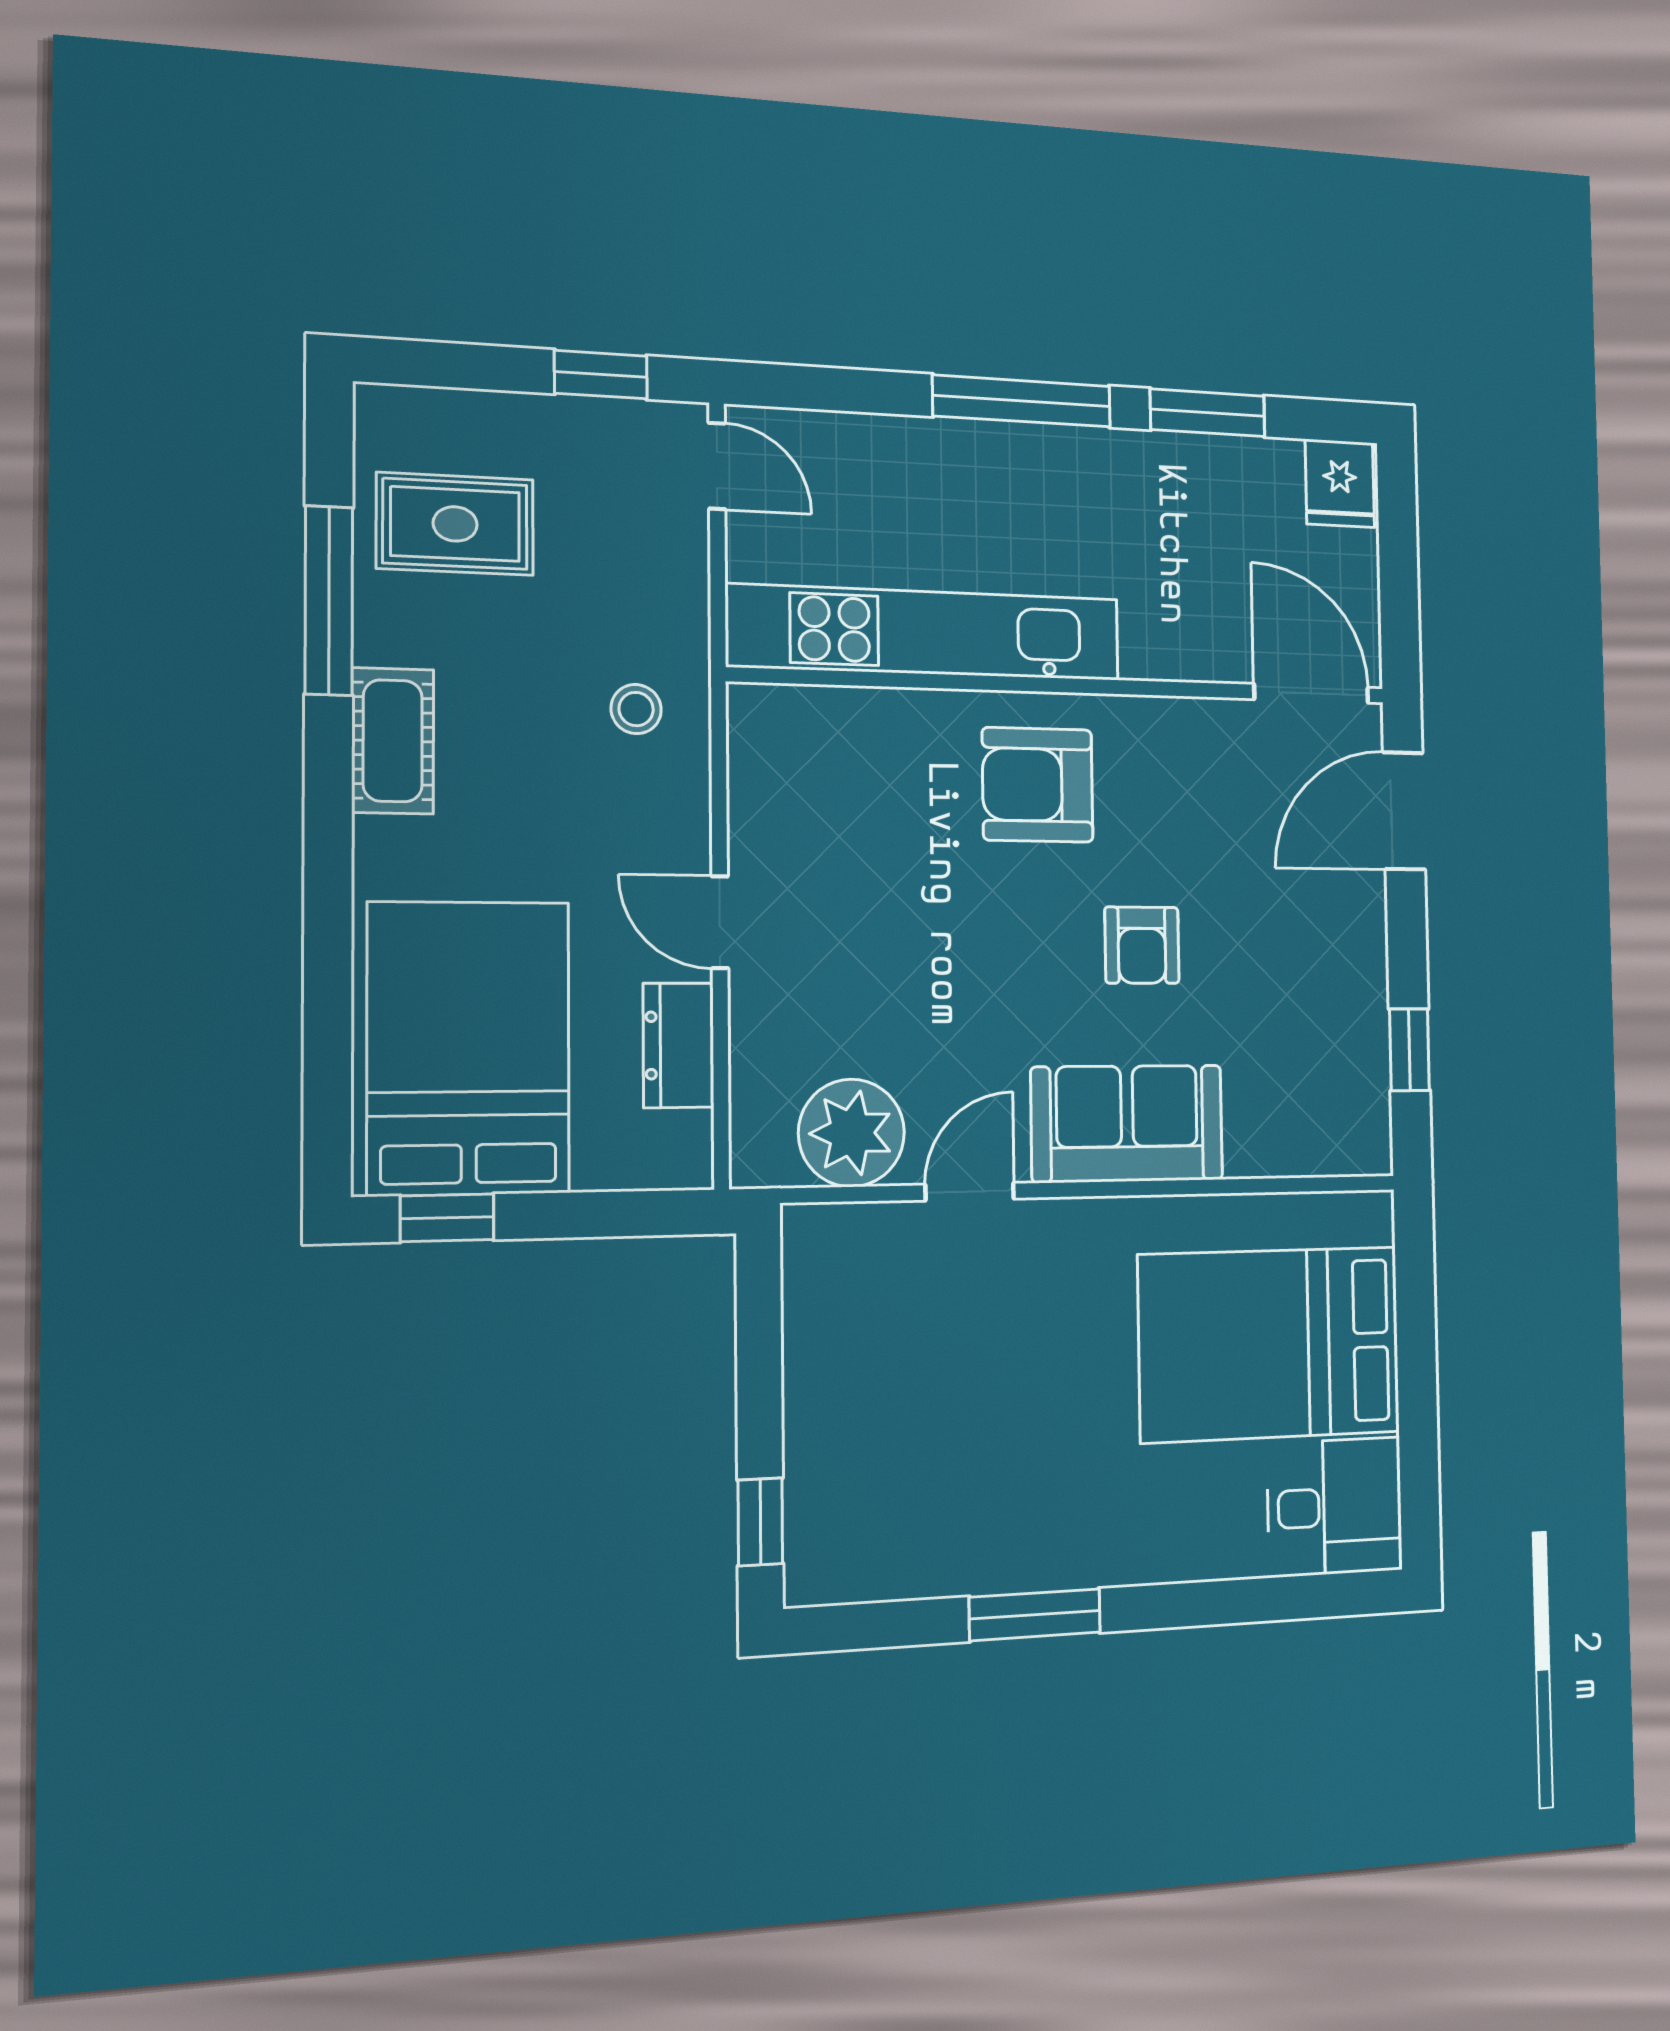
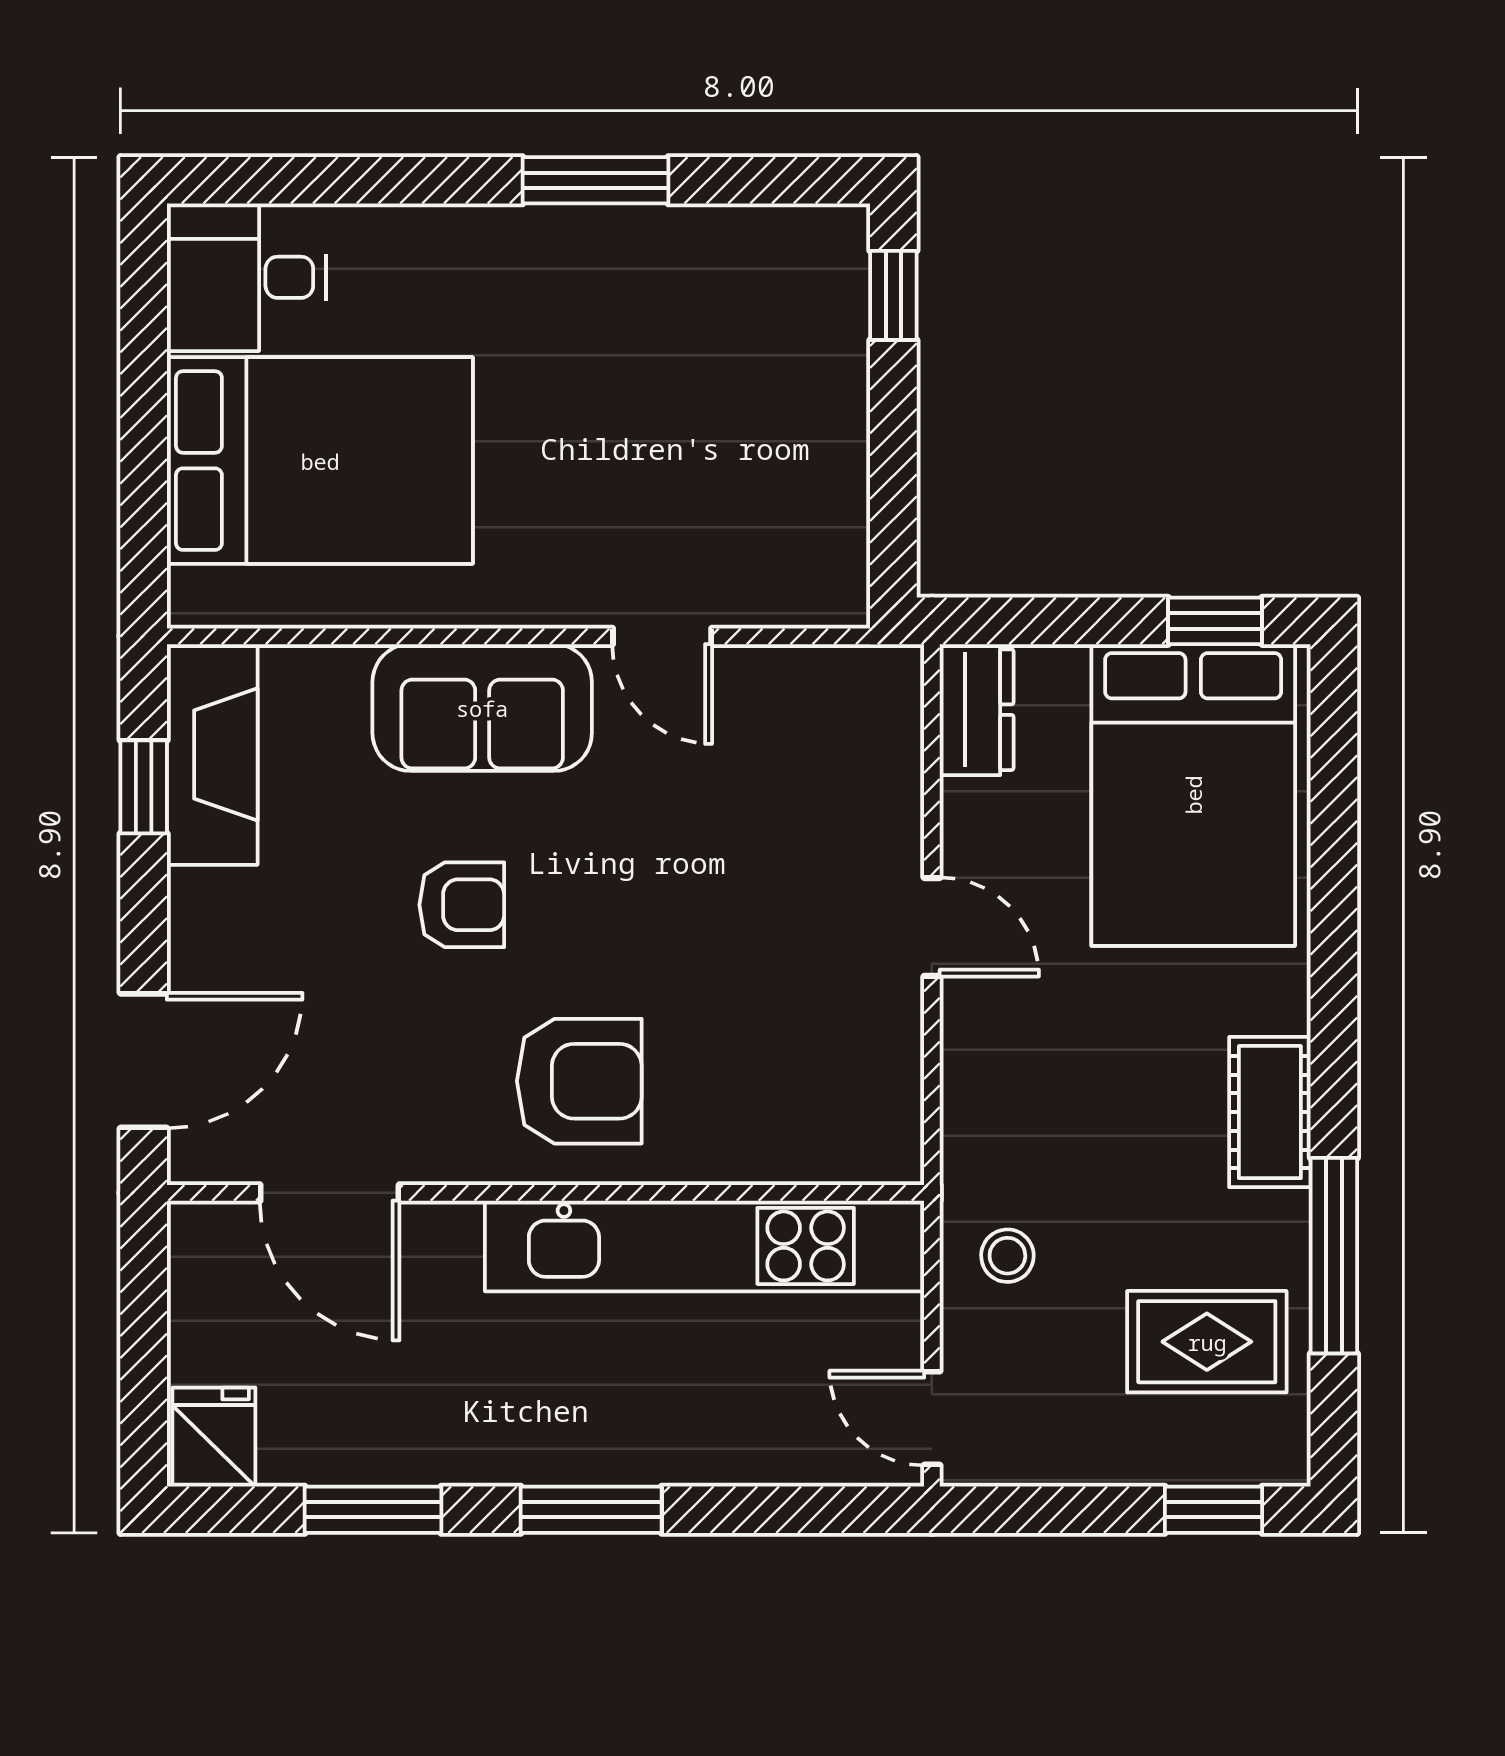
window: (601, 375) -> (1213, 1510), moved
window: (1022, 401) -> (591, 1510), width x0.69
door: (1311, 693) -> (330, 1193), moved
stool: (636, 709) -> (1007, 1256), moved
armchair: (1142, 945) -> (462, 905), turned 90
dresser: (679, 1045) -> (977, 710), moved
fireplace: (1354, 1079) -> (212, 754), added
plant: (851, 1133) -> (792, 702), removed
door: (970, 1192) -> (662, 636), hinge flipped

